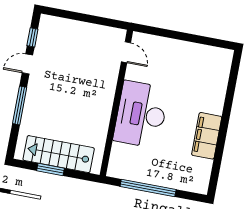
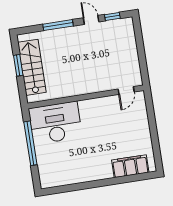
desk: (141, 114) -> (55, 123), moved
filing cabinet: (207, 136) -> (130, 166), moved

